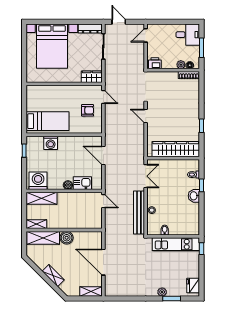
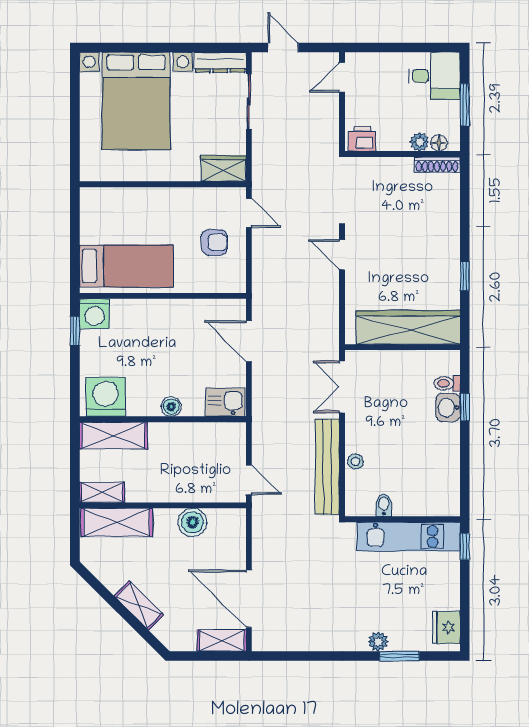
washing machine: (51, 143) -> (94, 314), moved
double door: (146, 176) -> (342, 387), swing flipped
kitchen sink: (82, 183) -> (225, 402), moved
washbasin: (194, 196) -> (448, 408), moved
door: (103, 201) -> (249, 480), moved
boiler: (67, 238) -> (192, 522), moved
door: (103, 262) -> (249, 599), moved

